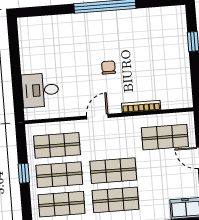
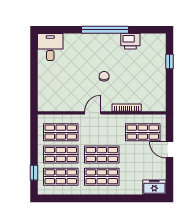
printer: (139, 19) -> (130, 41), added
desk: (40, 90) -> (50, 47), moved, turned 90
window: (24, 173) -> (34, 173), moved

